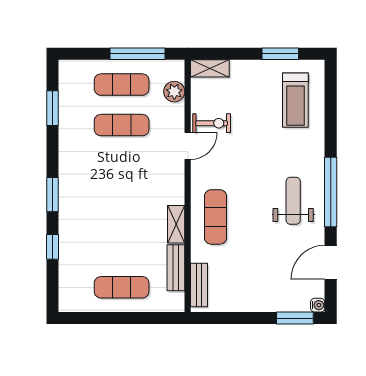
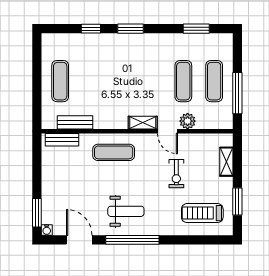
shelving: (210, 68) -> (226, 162), moved
plant: (174, 92) -> (188, 121), moved
exercise bike: (212, 123) -> (176, 174), moved
shelving: (176, 224) -> (143, 123), moved

